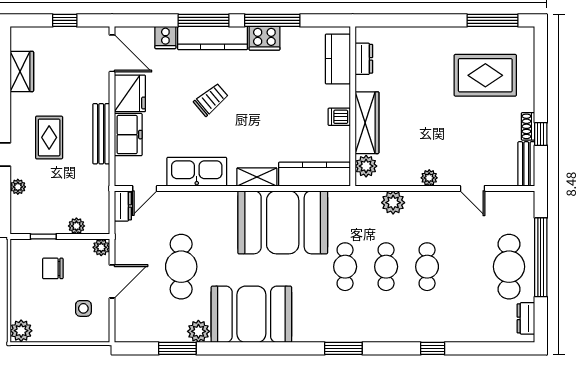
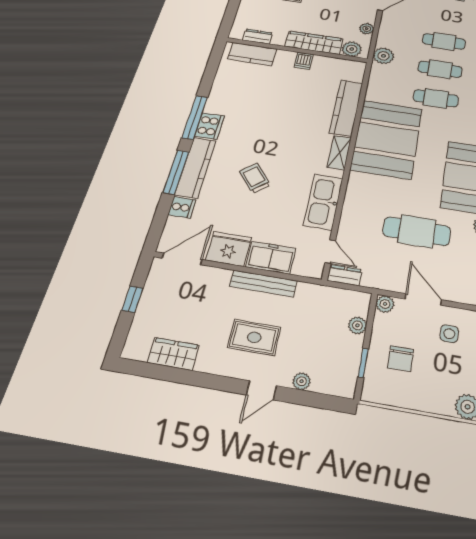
kitchen counter: (338, 59) -> (252, 54), moved
dresser: (364, 59) -> (258, 36), moved
wall: (353, 106) -> (297, 50), moved
dishwasher: (339, 117) -> (304, 61), moved
wardrobe: (367, 123) -> (314, 43), moved
plant: (366, 166) -> (352, 49), moved

